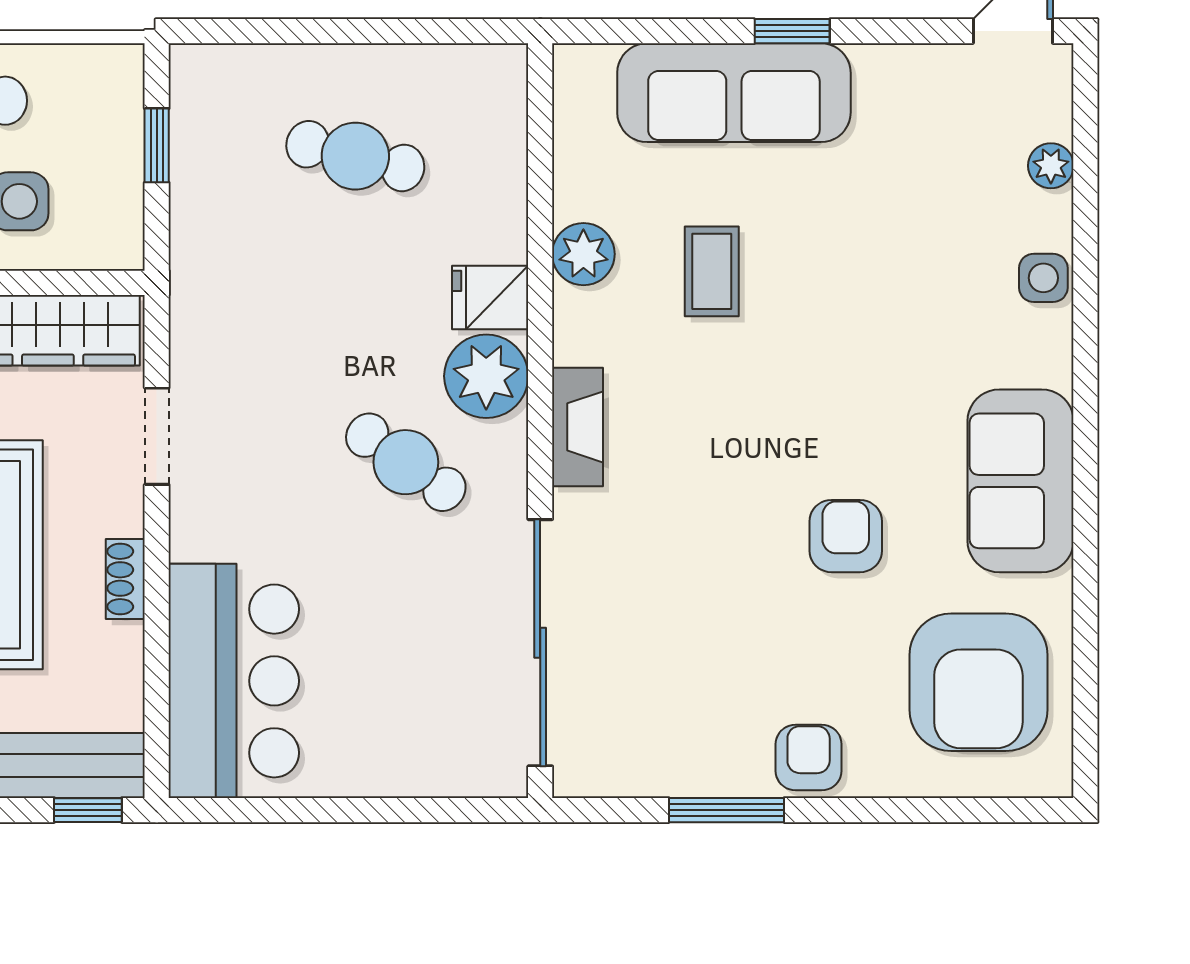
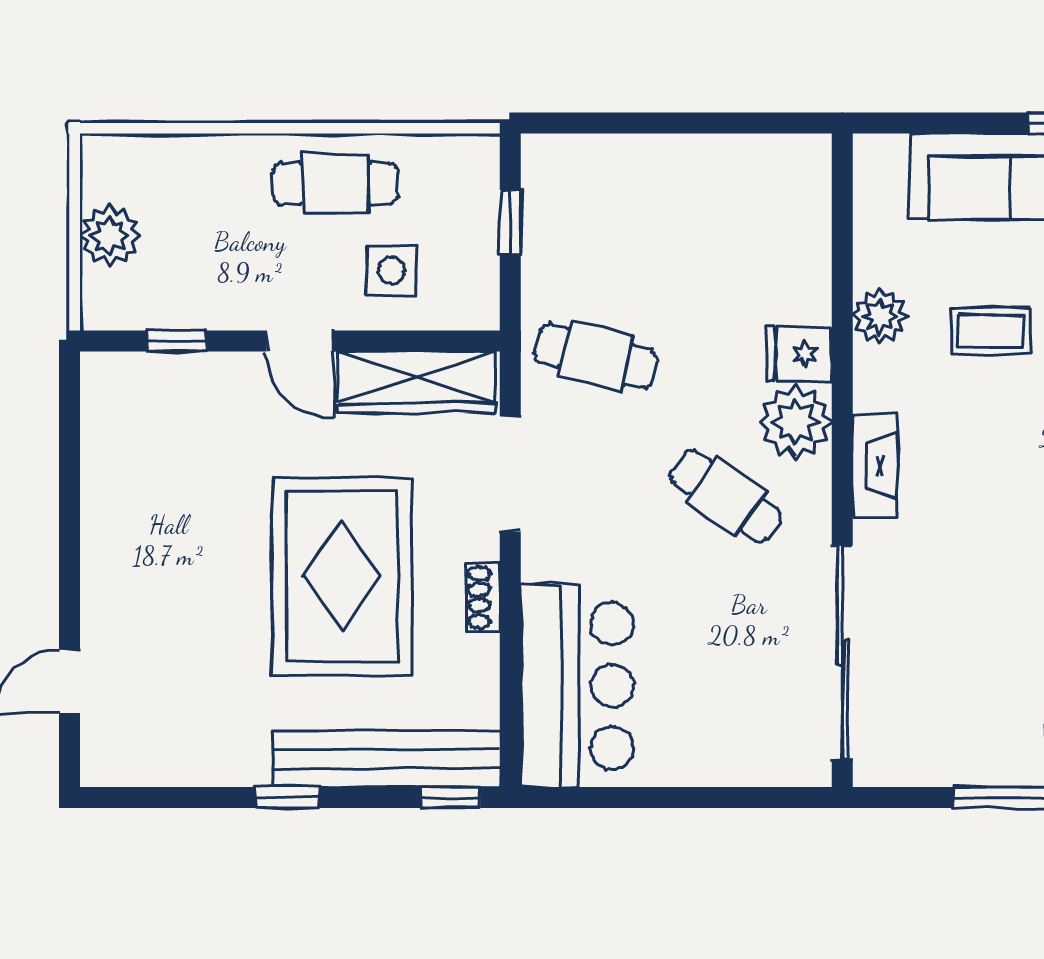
cafe table: (355, 156) -> (596, 356), moved
coffee table: (712, 271) -> (991, 331), turned 90
doorway: (157, 436) -> (510, 474), width x1.38

